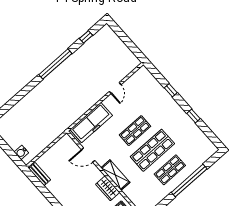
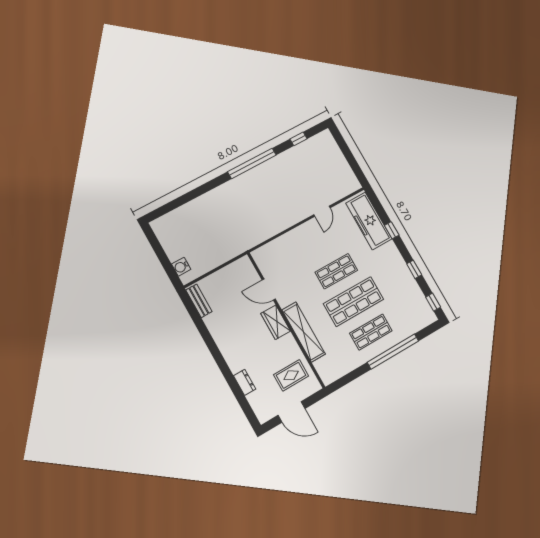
freezer: (91, 123) -> (369, 221), moved, turned 90
window: (213, 138) -> (433, 302), added
shelving: (115, 175) -> (304, 332), width x1.47
wardrobe: (108, 188) -> (276, 322), moved

